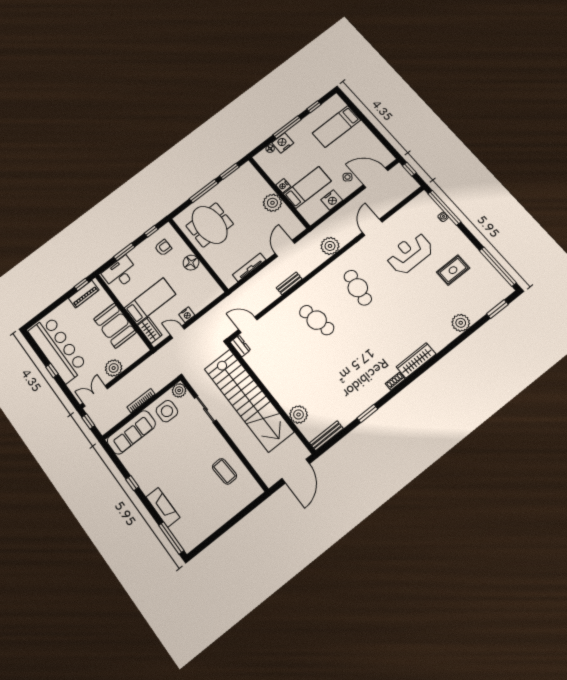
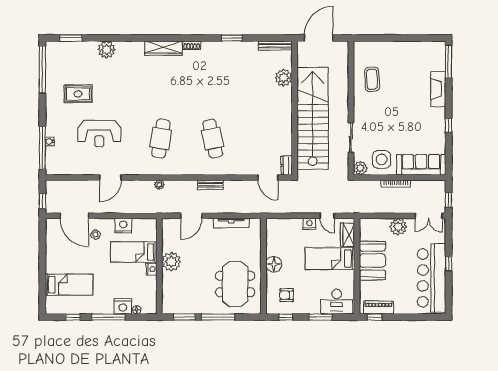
plant: (330, 246) -> (159, 185), width x0.53, depth x0.53

